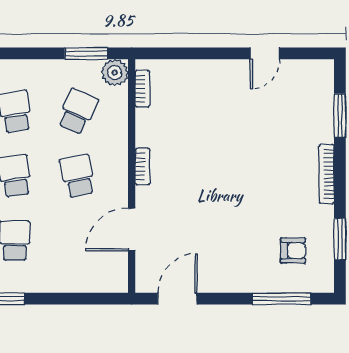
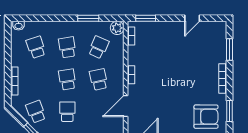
window: (86, 53) -> (88, 18), moved
window: (172, 53) -> (146, 18), added
armchair: (293, 250) -> (206, 117), width x1.88, depth x1.88

